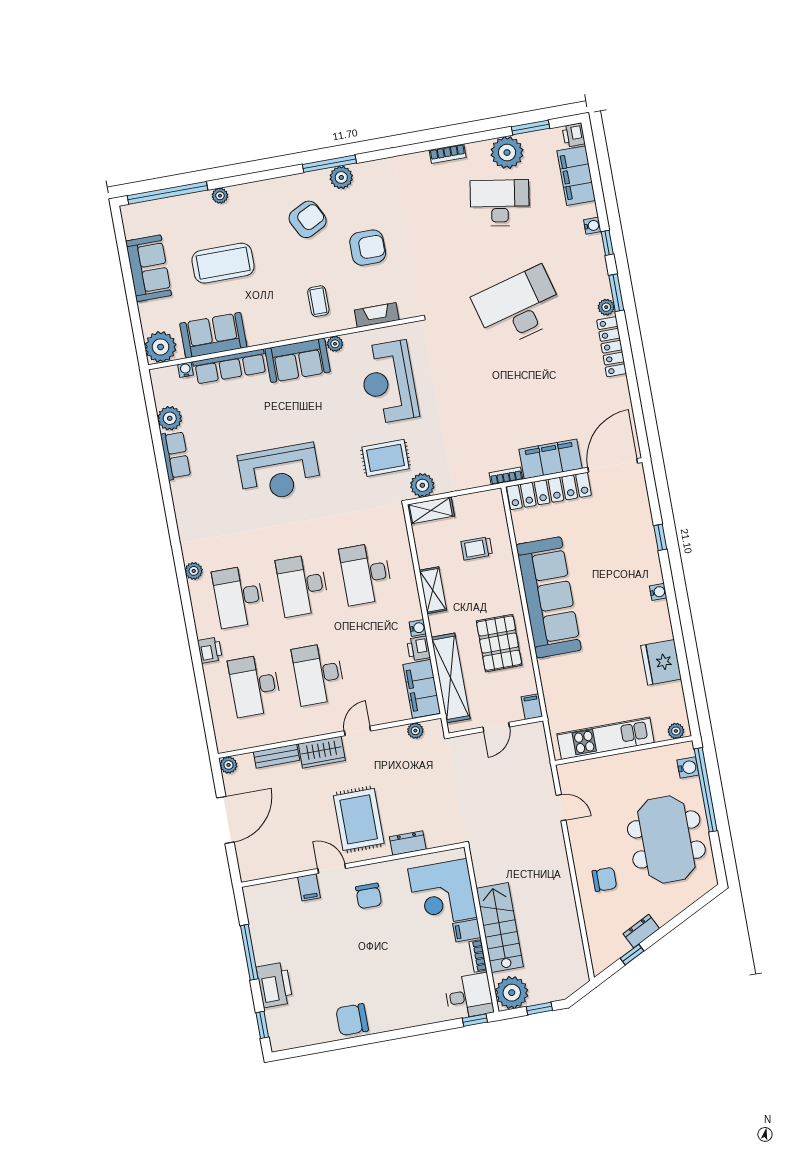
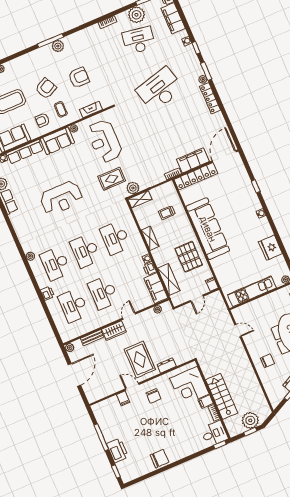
armchair: (308, 219) -> (46, 88), moved
armchair: (278, 314) -> (42, 120), added
shelving: (451, 678) -> (169, 279), width x0.68
plant: (512, 993) -> (250, 420), moved
chair: (352, 1020) -> (159, 459), turned 180

